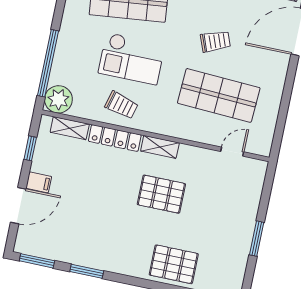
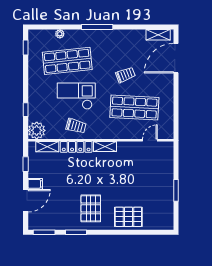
checkout: (132, 59) -> (76, 96), turned 180
window: (48, 63) -> (26, 110), width x0.32
pallet: (161, 194) -> (91, 208), moved, turned 90

